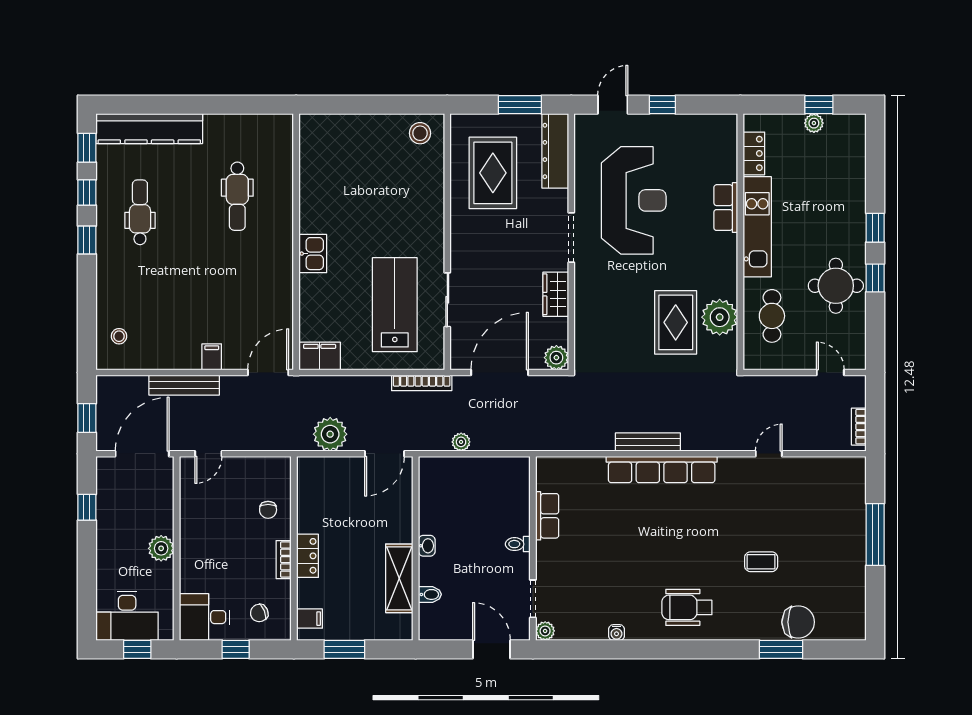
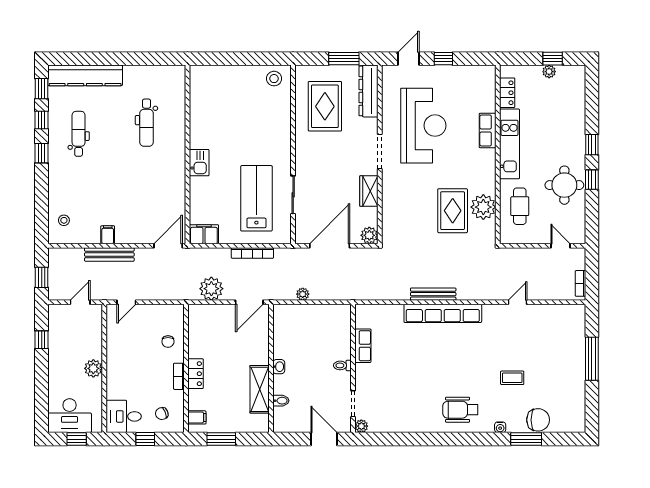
filing cabinet: (212, 357) -> (108, 235), moved
bookcase: (422, 383) -> (252, 253), moved
door: (142, 454) -> (80, 302), width x0.53
water cooler: (616, 633) -> (500, 427), moved

